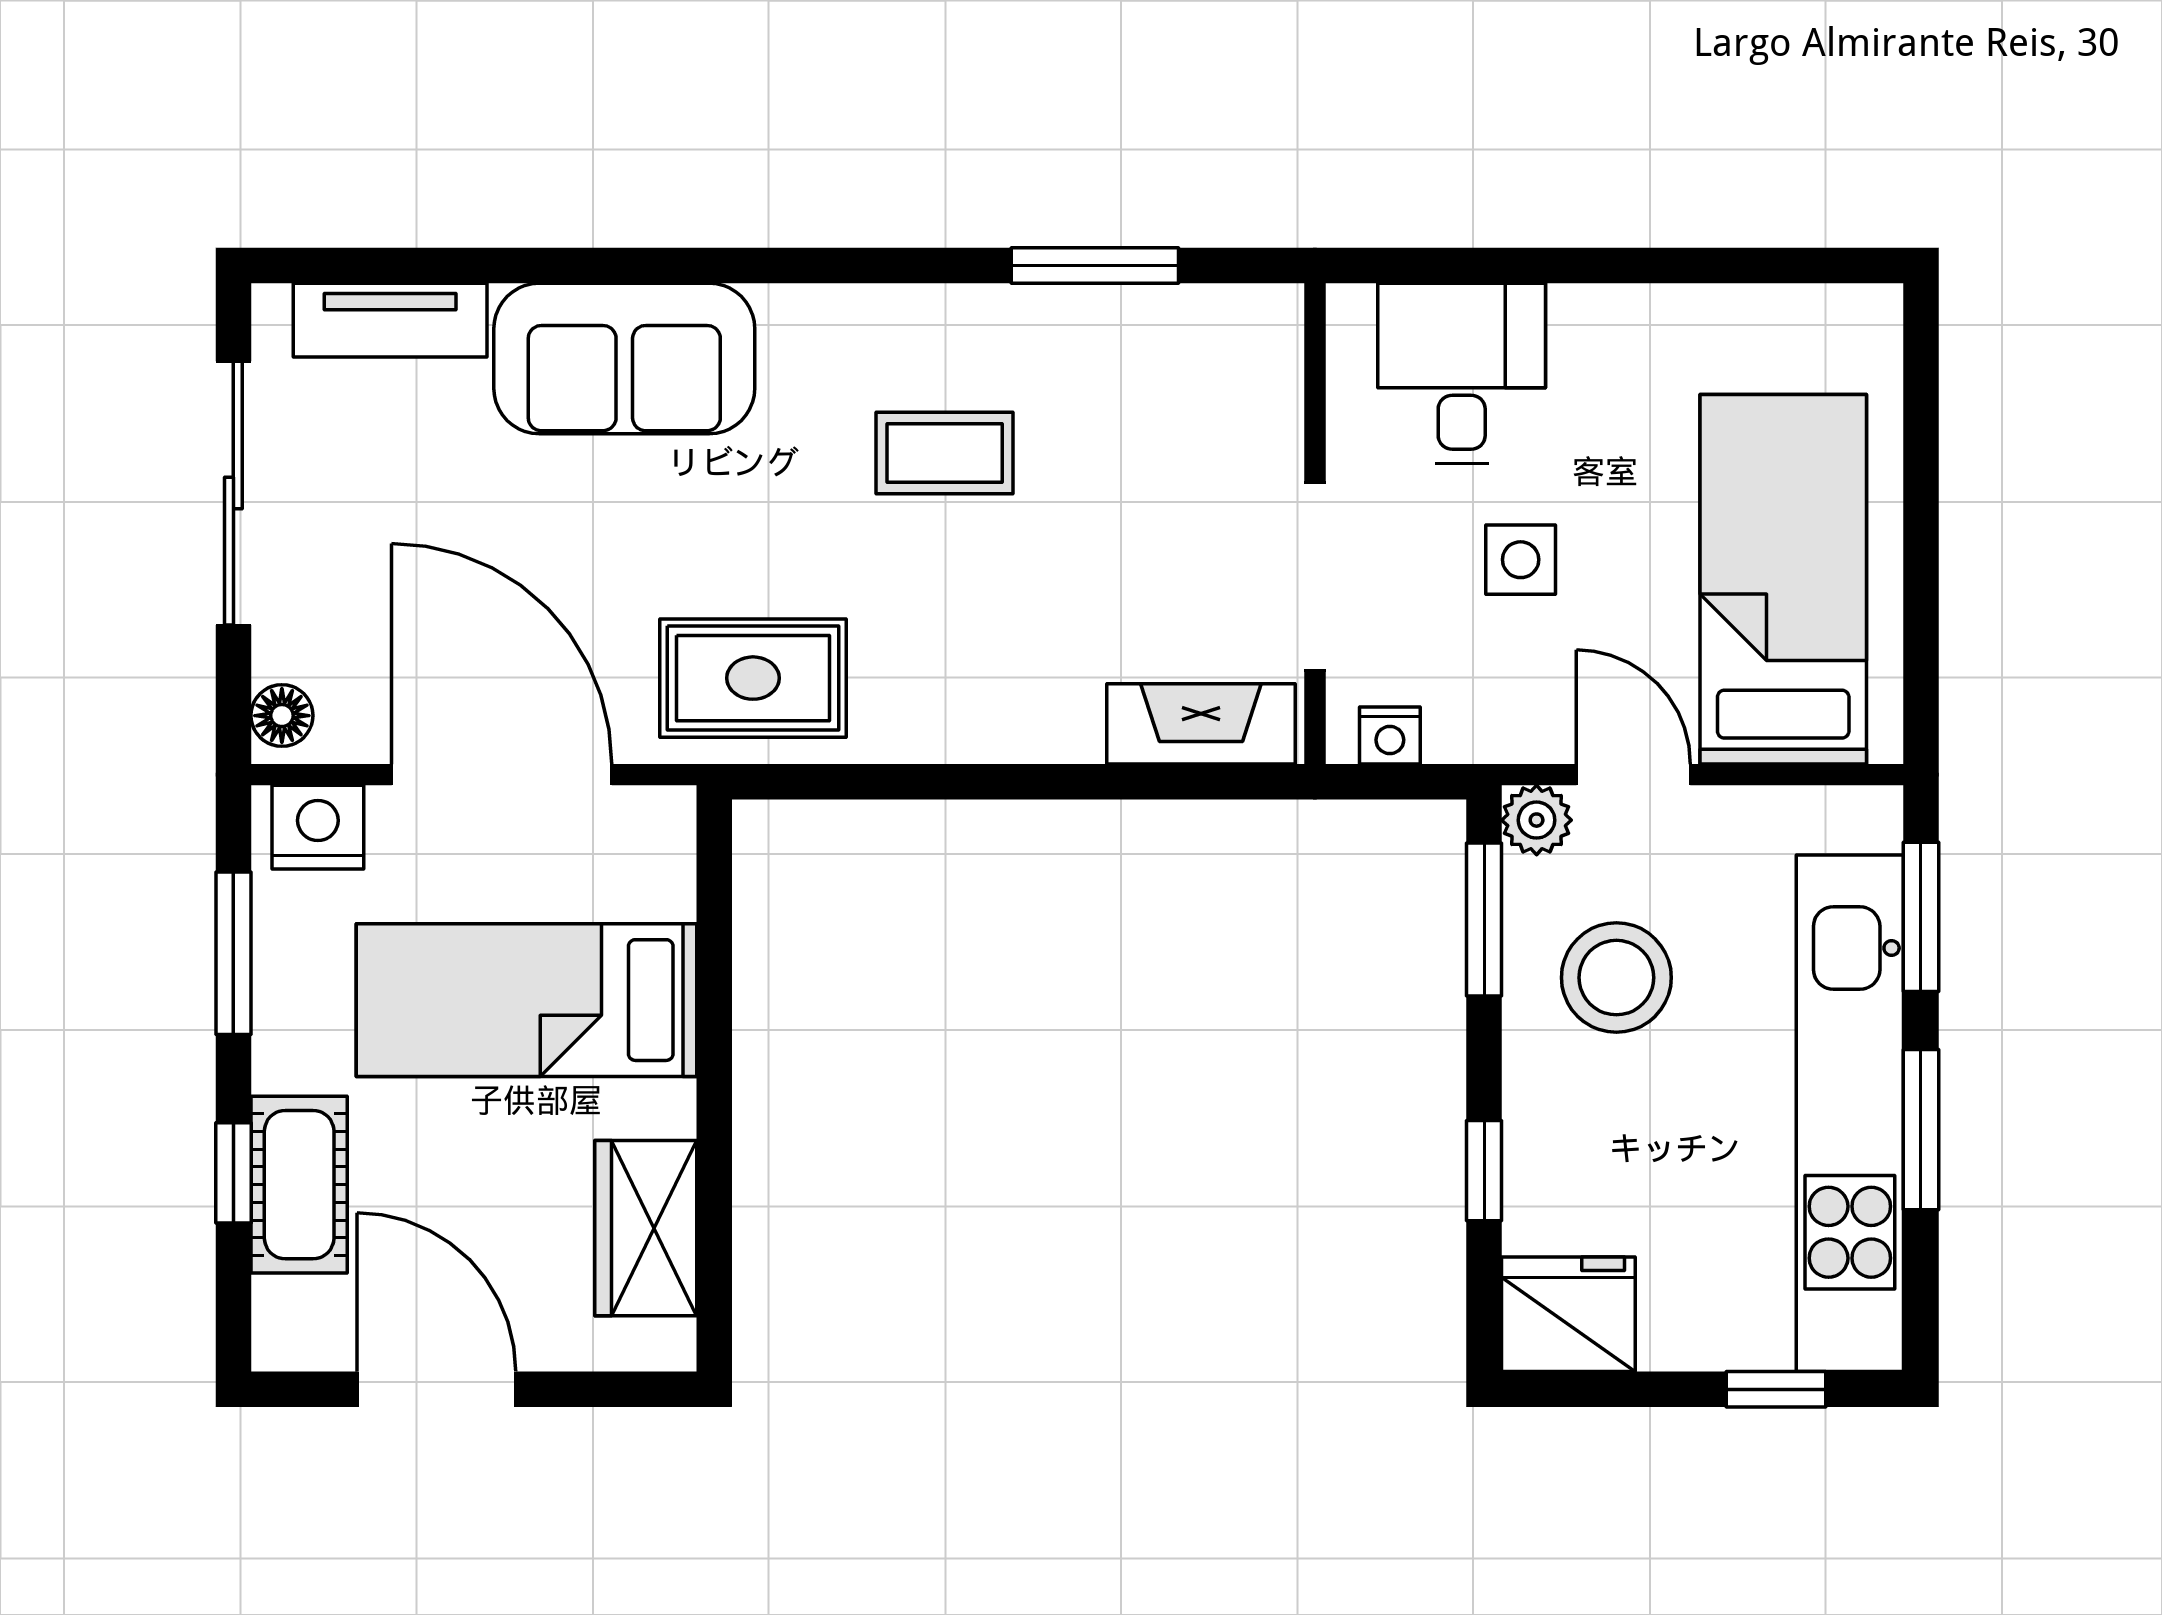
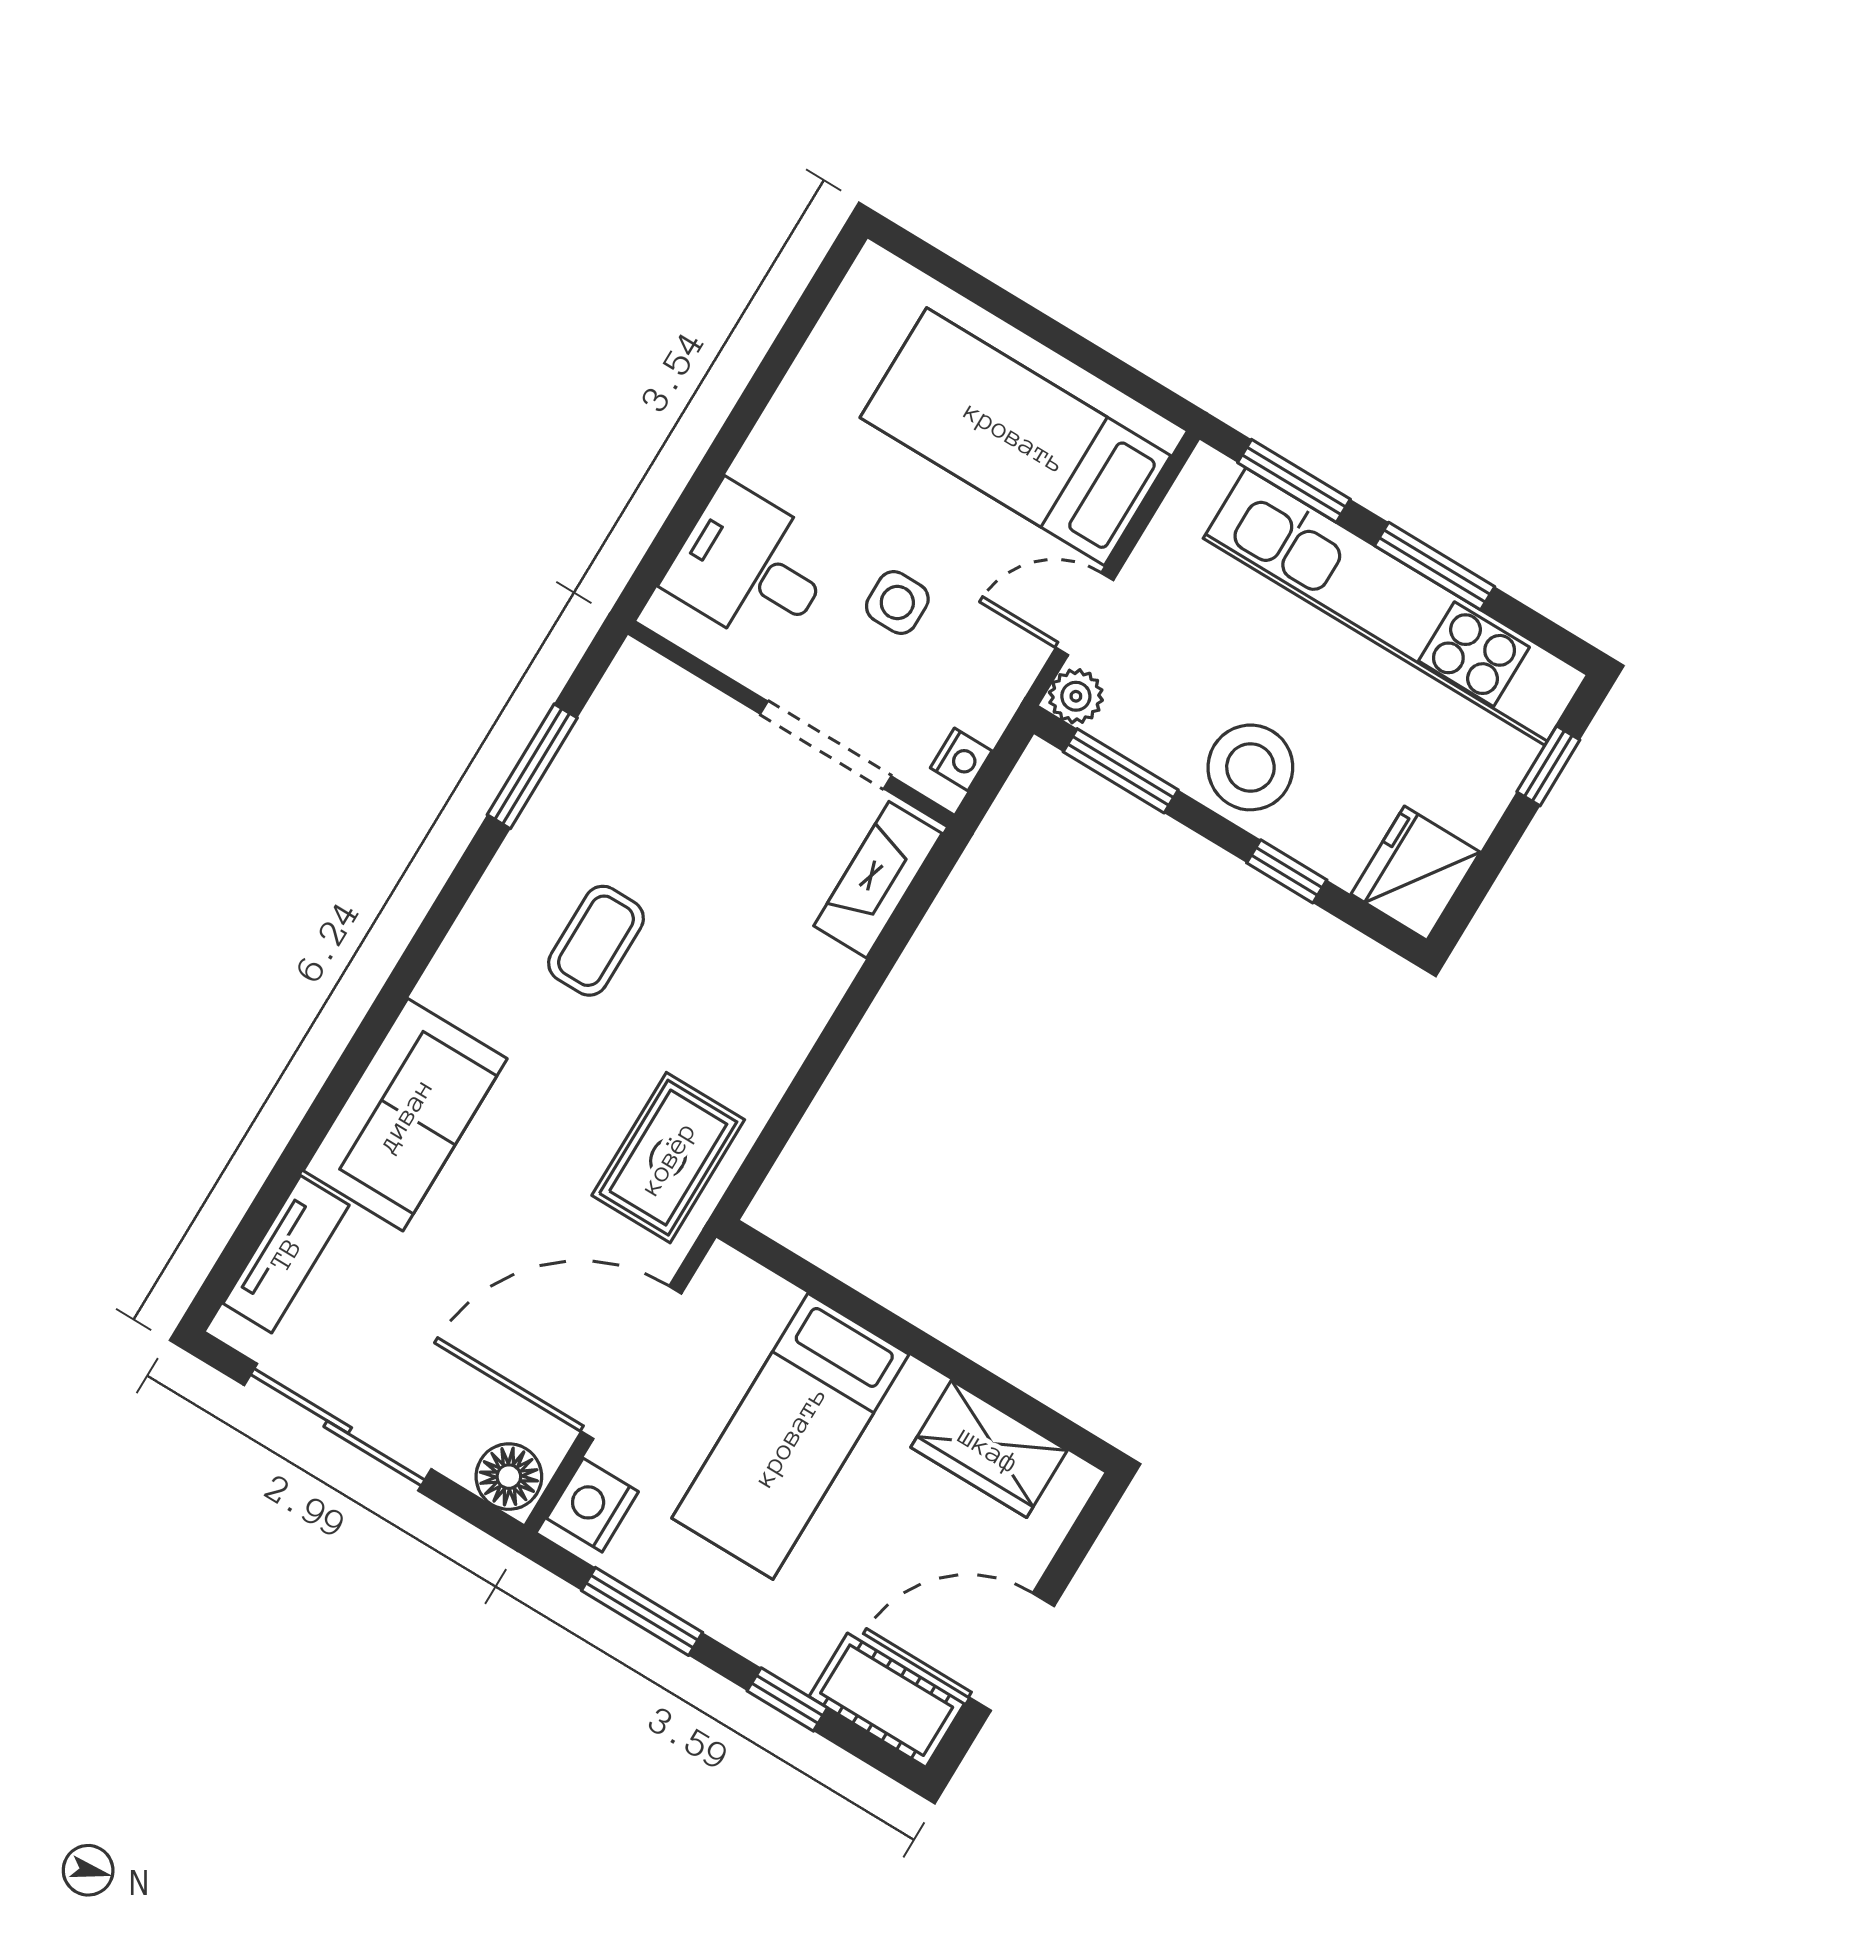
floor lamp: (282, 716) -> (509, 1477), width x1.37, depth x1.37
stool: (1616, 978) -> (1250, 767), moved
cot: (299, 1185) -> (887, 1700), moved

